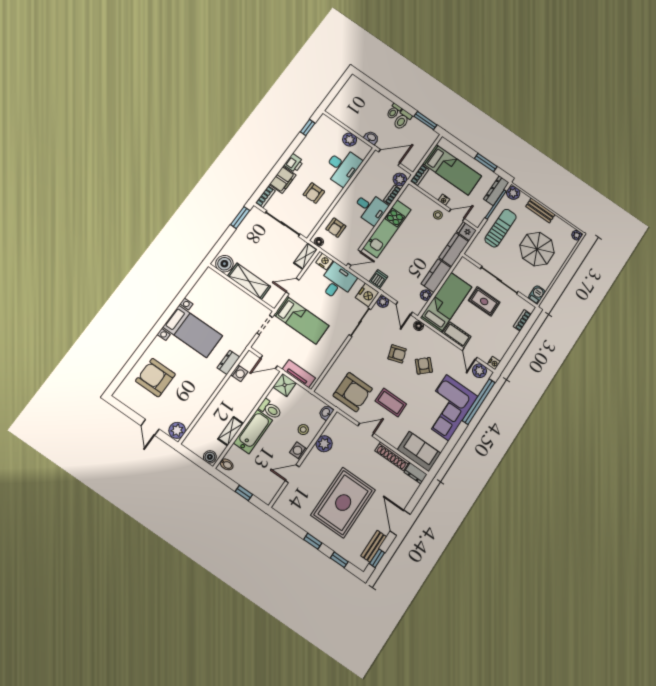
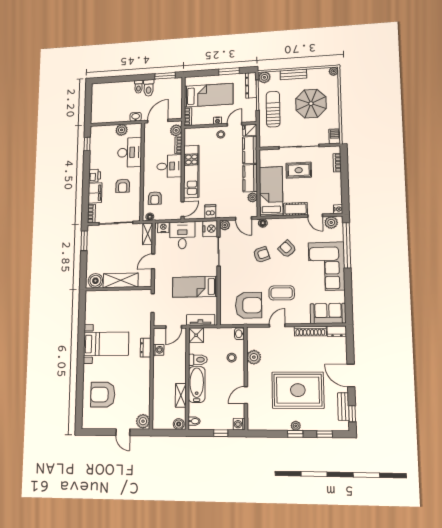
bed: (301, 320) -> (195, 287), moved, turned 180
washing machine: (298, 451) -> (239, 424), moved
rug: (343, 503) -> (298, 390), turned 90
plant: (318, 534) -> (296, 426), added

